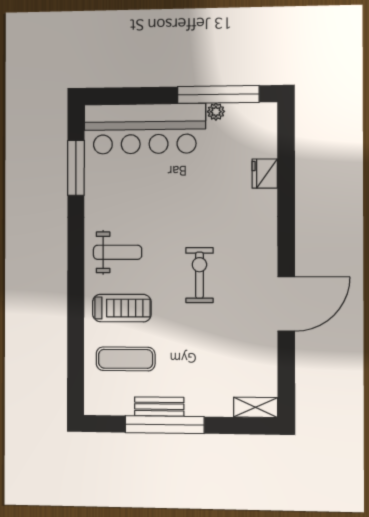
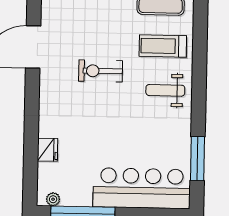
plant: (216, 112) -> (53, 199), moved
exercise bike: (199, 275) -> (101, 71), turned 90

